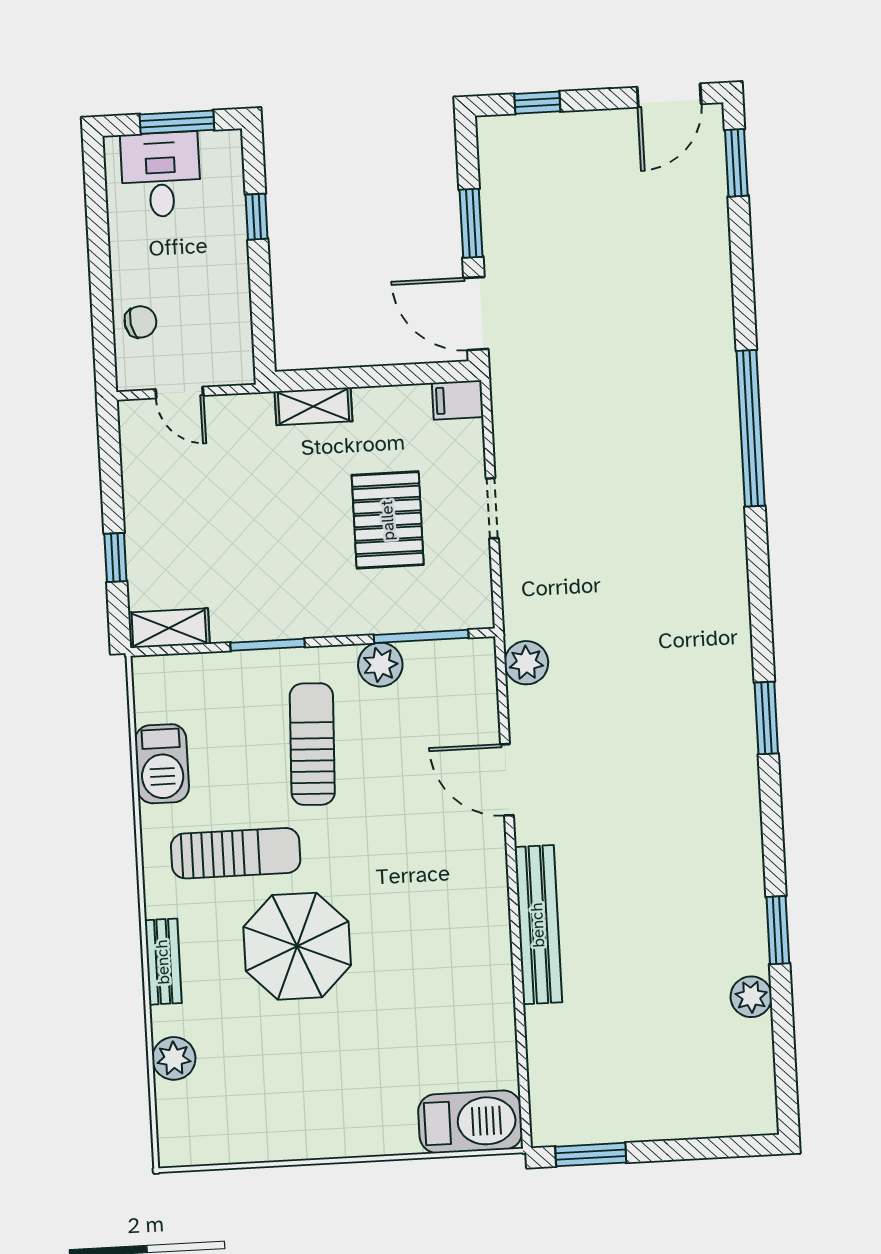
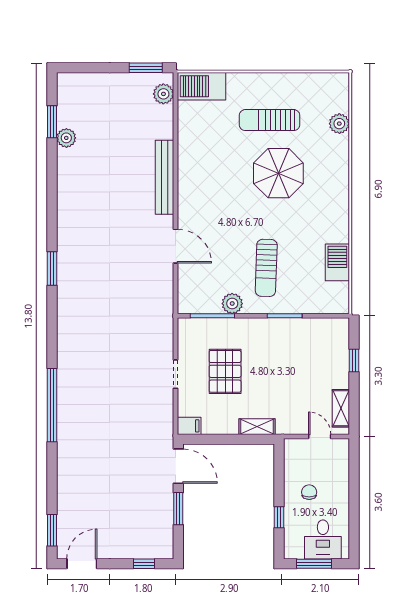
chair: (140, 322) -> (309, 492), moved, turned 101
shelving: (169, 628) -> (341, 408), moved, turned 90
plant: (526, 663) -> (163, 94), moved
sun lounger: (236, 853) -> (270, 120), moved
window: (778, 930) -> (52, 122), moved
bench: (163, 962) -> (342, 169), removed

